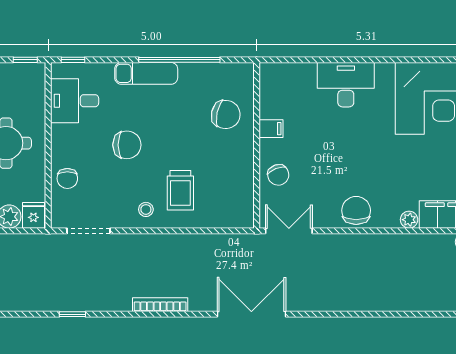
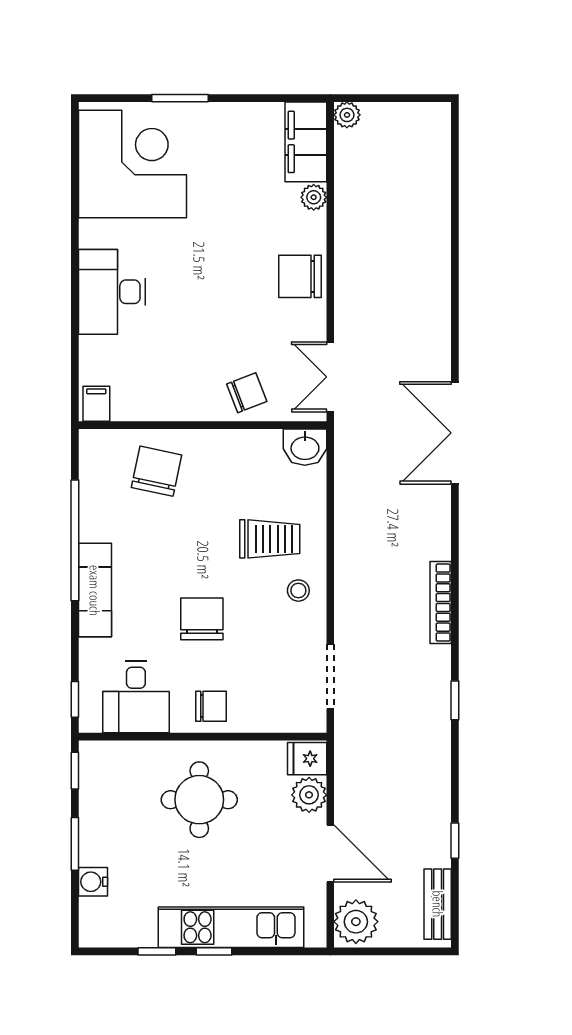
filing cabinet: (271, 129) -> (96, 404), moved
chair: (67, 178) -> (211, 706), moved
washbasin: (242, 214) -> (305, 447), added
bookcase: (160, 305) -> (441, 603), moved

